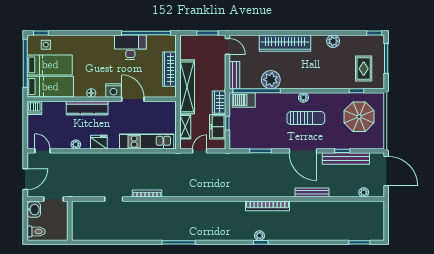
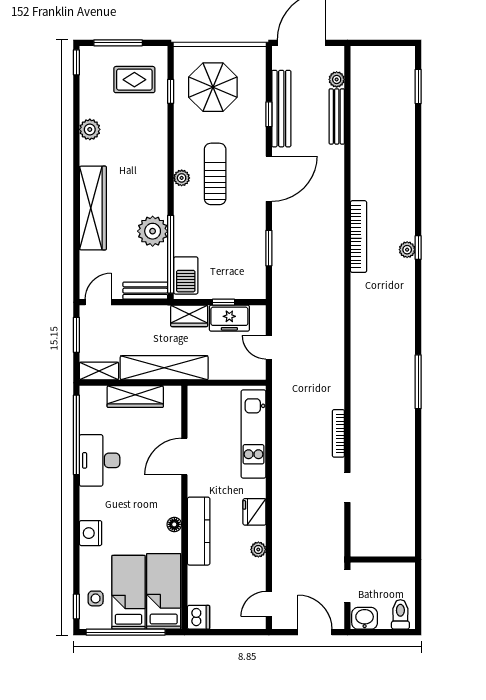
nightstand: (113, 91) -> (91, 533), moved, turned 180
shelving: (185, 127) -> (99, 371), moved
bench: (312, 193) -> (337, 116), moved

